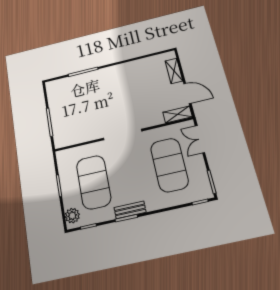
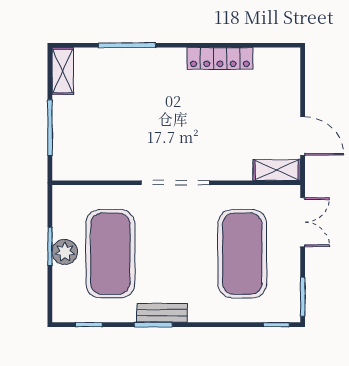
locker: (133, 66) -> (220, 58), added
shelving: (174, 71) -> (63, 71), moved
double door: (200, 139) -> (303, 222), swing flipped
plant: (72, 216) -> (65, 252), moved

